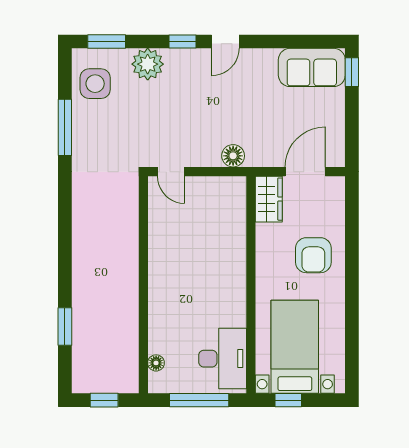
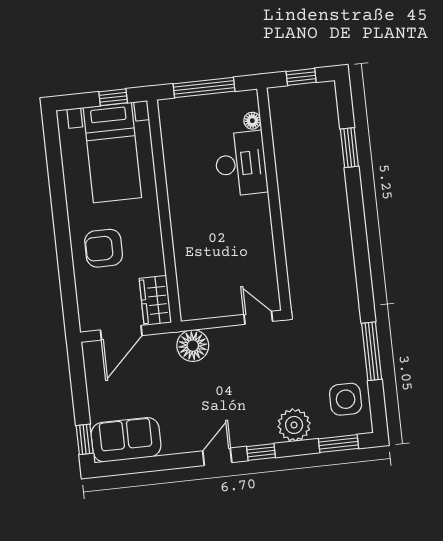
floor lamp: (233, 156) -> (193, 346), width x1.38, depth x1.38
armchair: (313, 255) -> (104, 248), turned -90
desk: (223, 359) -> (241, 164), moved, turned 180

